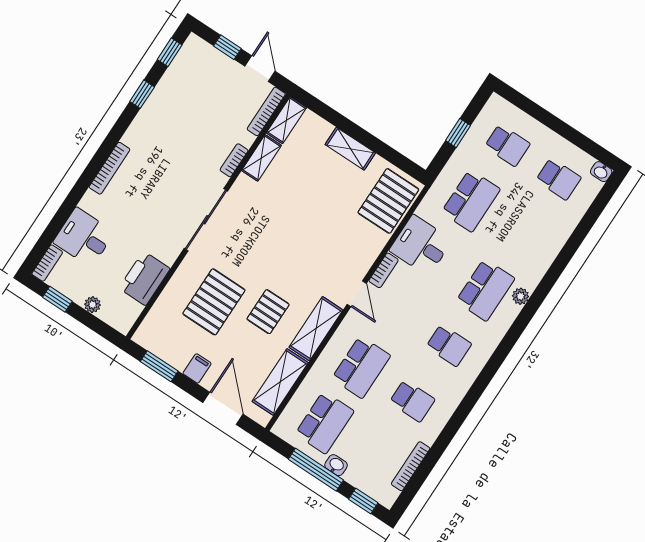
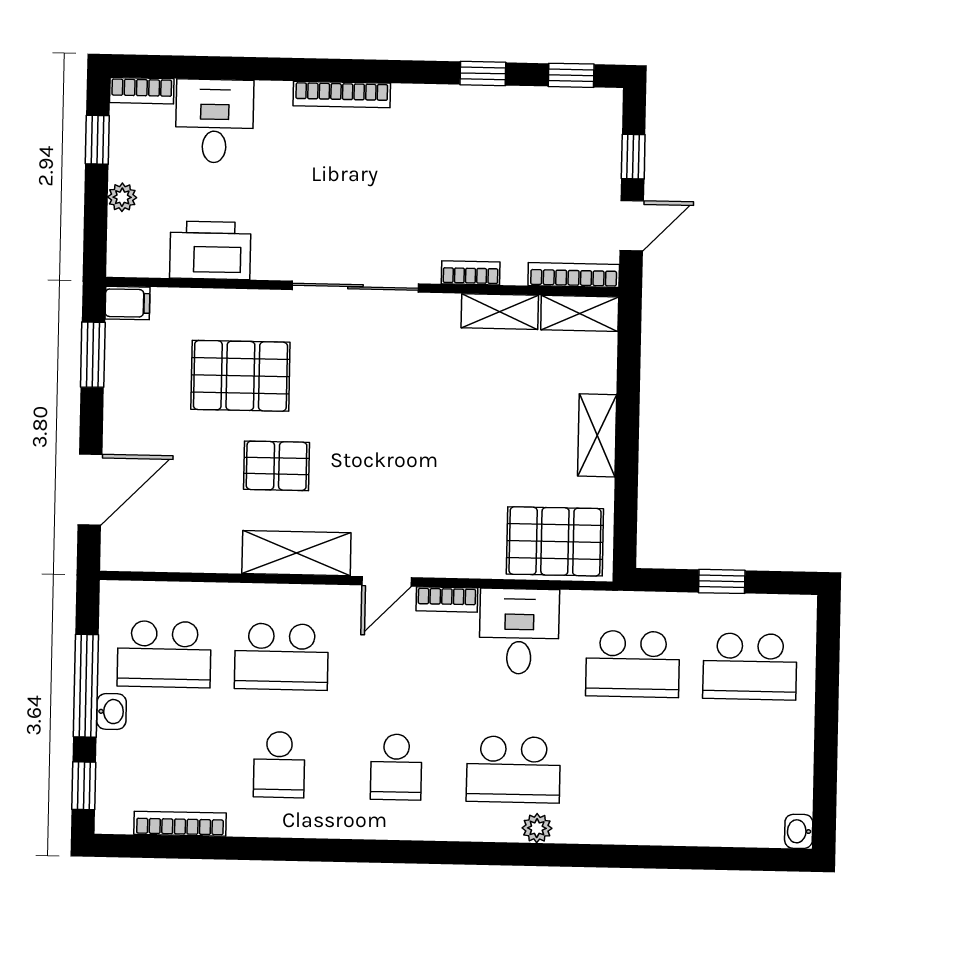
school desk: (507, 145) -> (750, 666), width x1.85
school desk: (558, 179) -> (748, 774), removed
filing cabinet: (197, 368) -> (127, 303), moved
shelving: (280, 382) -> (183, 550), removed

